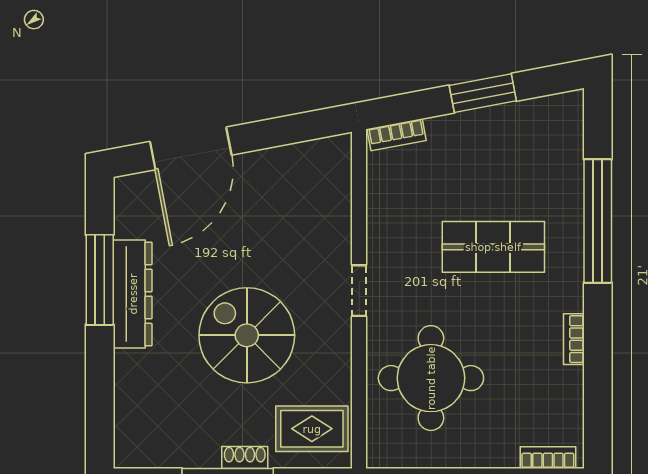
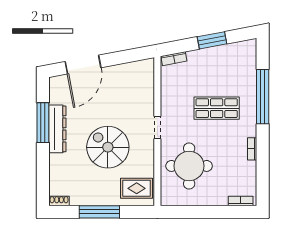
shoe rack: (245, 457) -> (59, 201), moved

